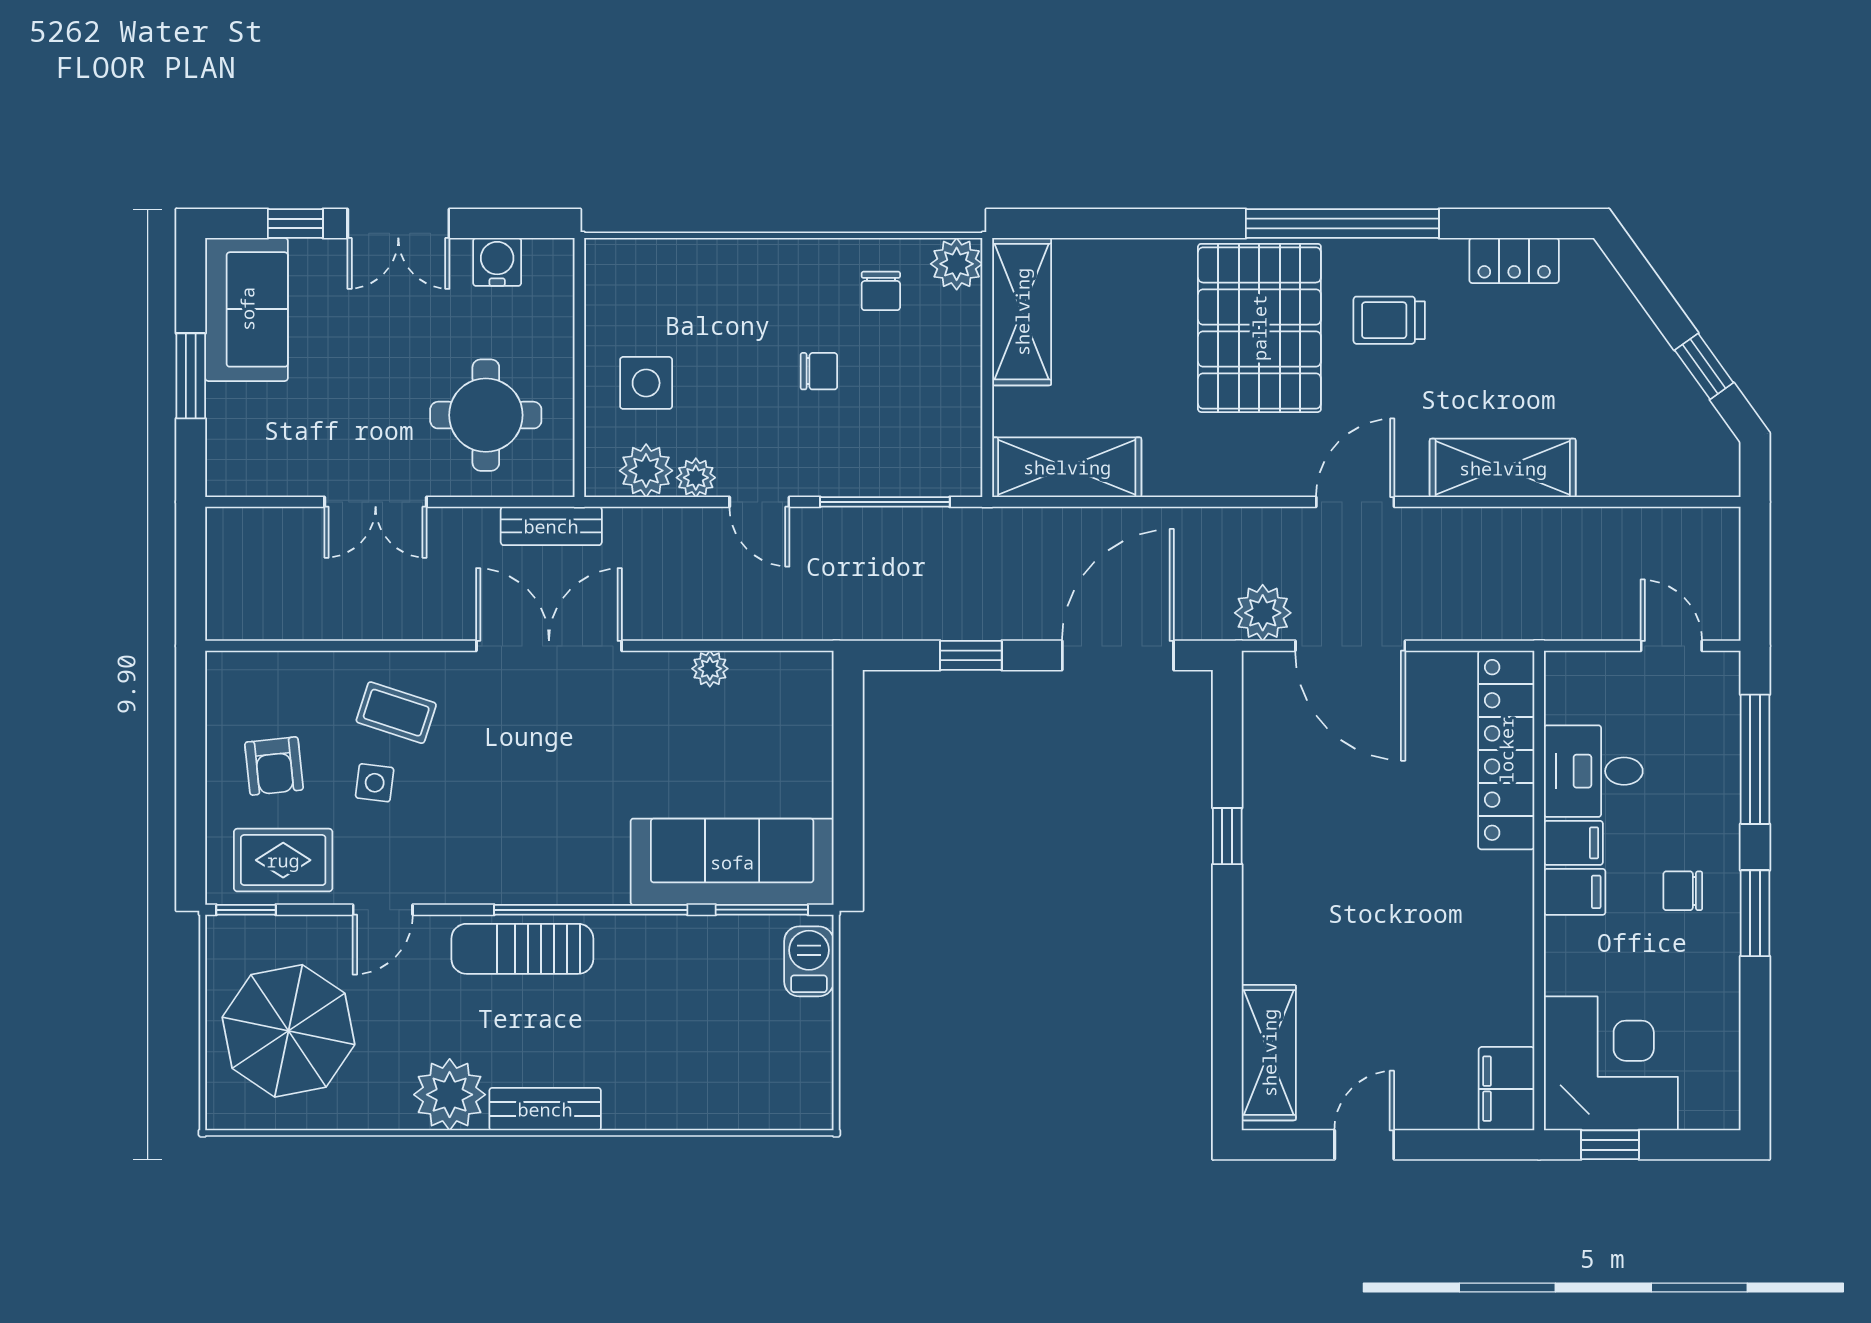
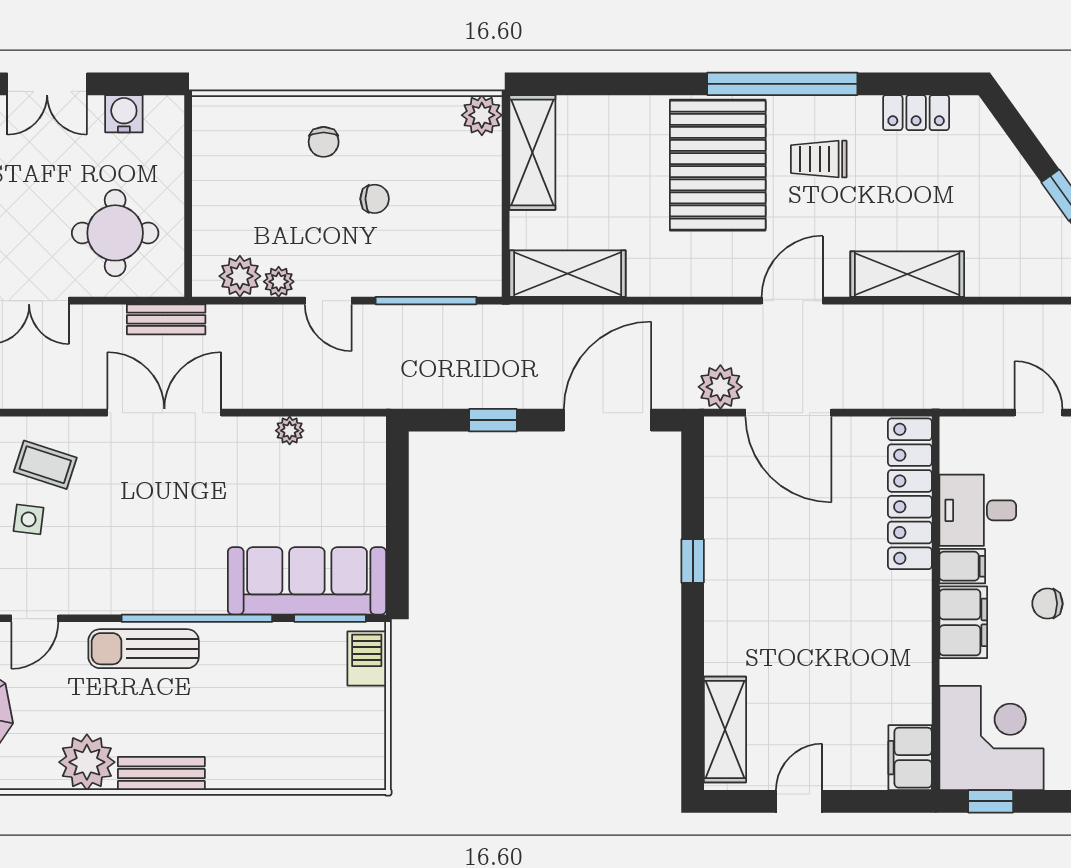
chair: (881, 291) -> (324, 142), moved
side table: (646, 383) -> (240, 208), removed
filing cabinet: (1575, 892) -> (963, 622), width x2.00

